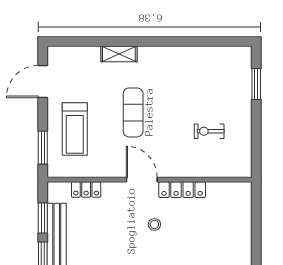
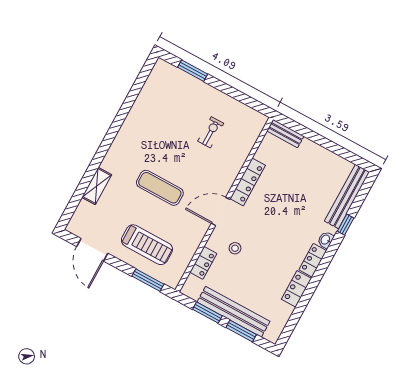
shelving: (119, 54) -> (97, 186), moved
exercise bike: (209, 131) -> (211, 132), turned 180
bench: (245, 200) -> (285, 134), added
stool: (154, 224) -> (235, 248), moved

